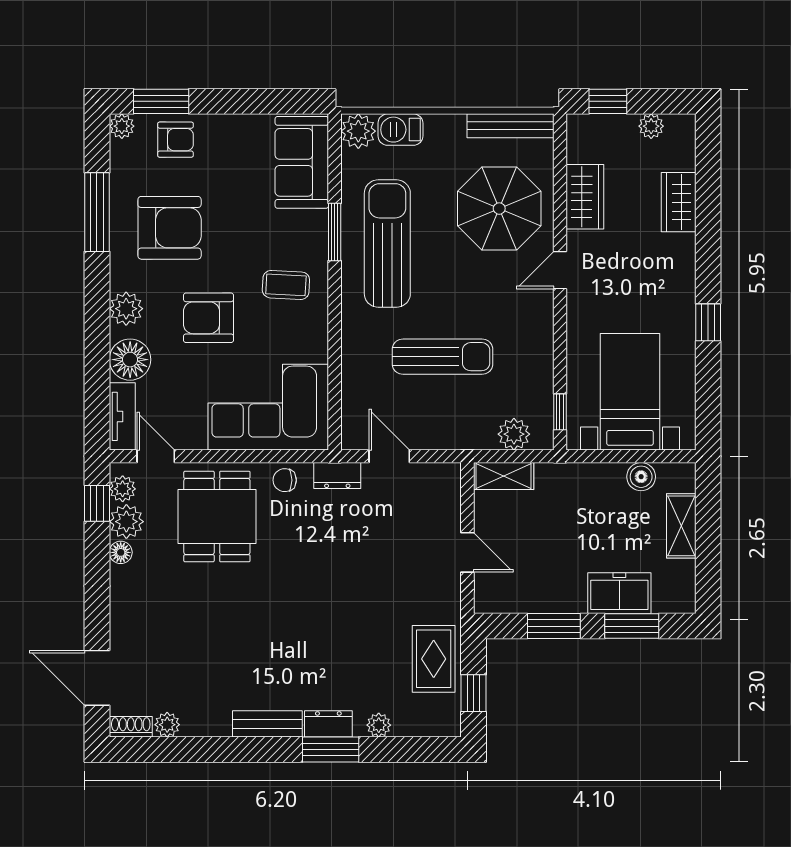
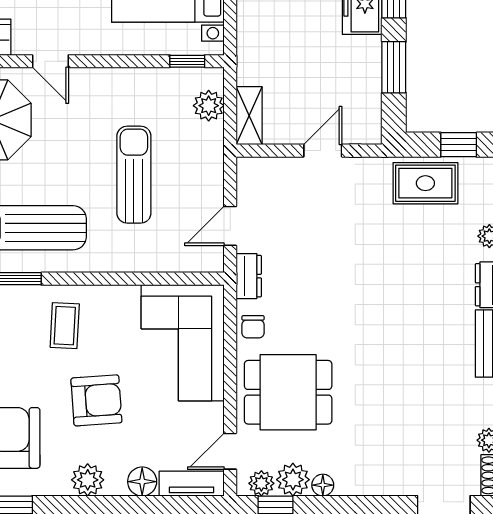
armchair: (208, 318) -> (96, 400), turned -94
floor lamp: (130, 360) -> (142, 482), width x0.73, depth x0.73

